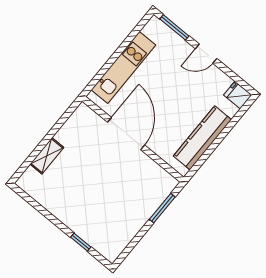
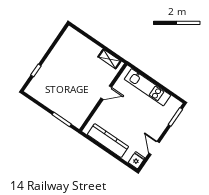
door: (206, 54) -> (154, 148), moved
door: (126, 134) -> (106, 93), width x0.53
shelving: (47, 156) -> (109, 59), moved

